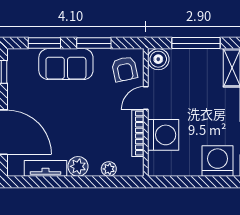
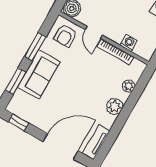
armchair: (125, 69) -> (65, 36), turned 102
washing machine: (163, 135) -> (129, 43), width x0.53, depth x0.53
tv unit: (45, 168) -> (96, 142), moved

